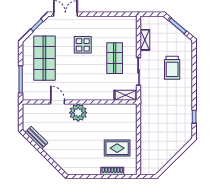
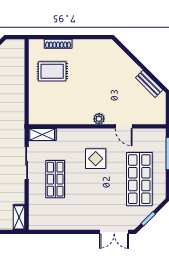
shelving: (145, 40) -> (19, 217), moved
display table: (83, 45) -> (96, 159), moved
plant: (78, 113) -> (99, 119), width x0.53, depth x0.53

